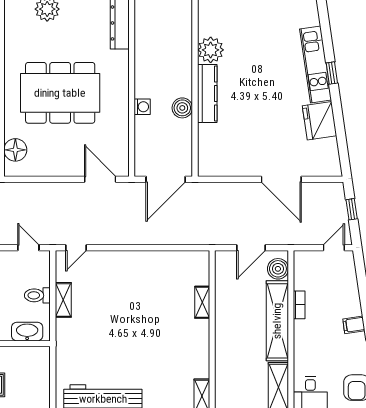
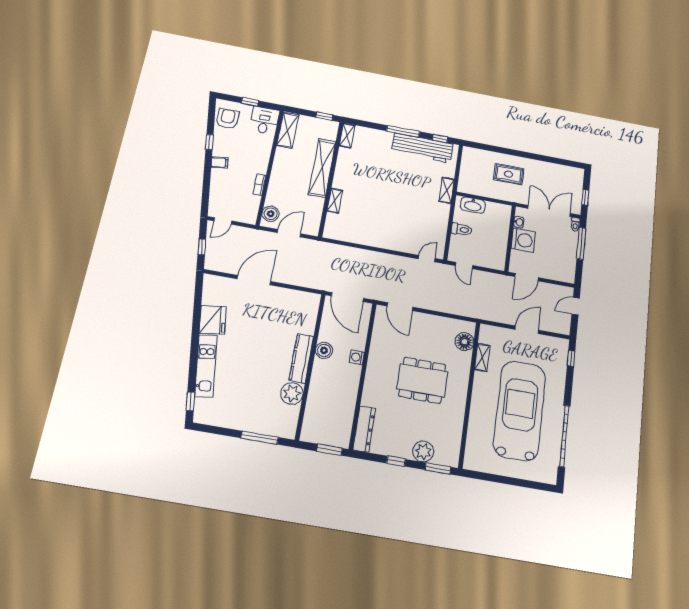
window: (332, 73) -> (190, 401), moved
dining table: (60, 93) -> (422, 380), width x0.73, depth x0.80
door: (166, 179) -> (347, 297), swing flipped
door: (281, 179) -> (254, 280), hinge flipped
shelving: (63, 300) -> (447, 190), moved
shelving: (277, 321) -> (322, 168), moved

